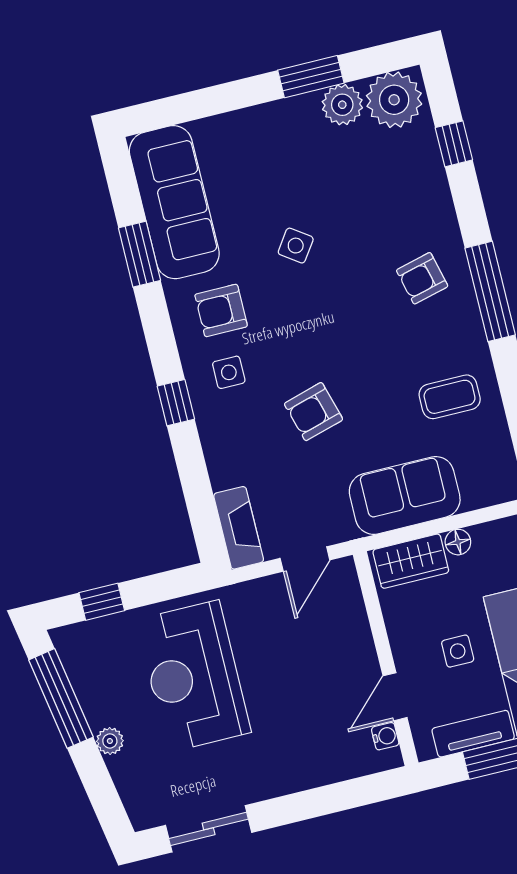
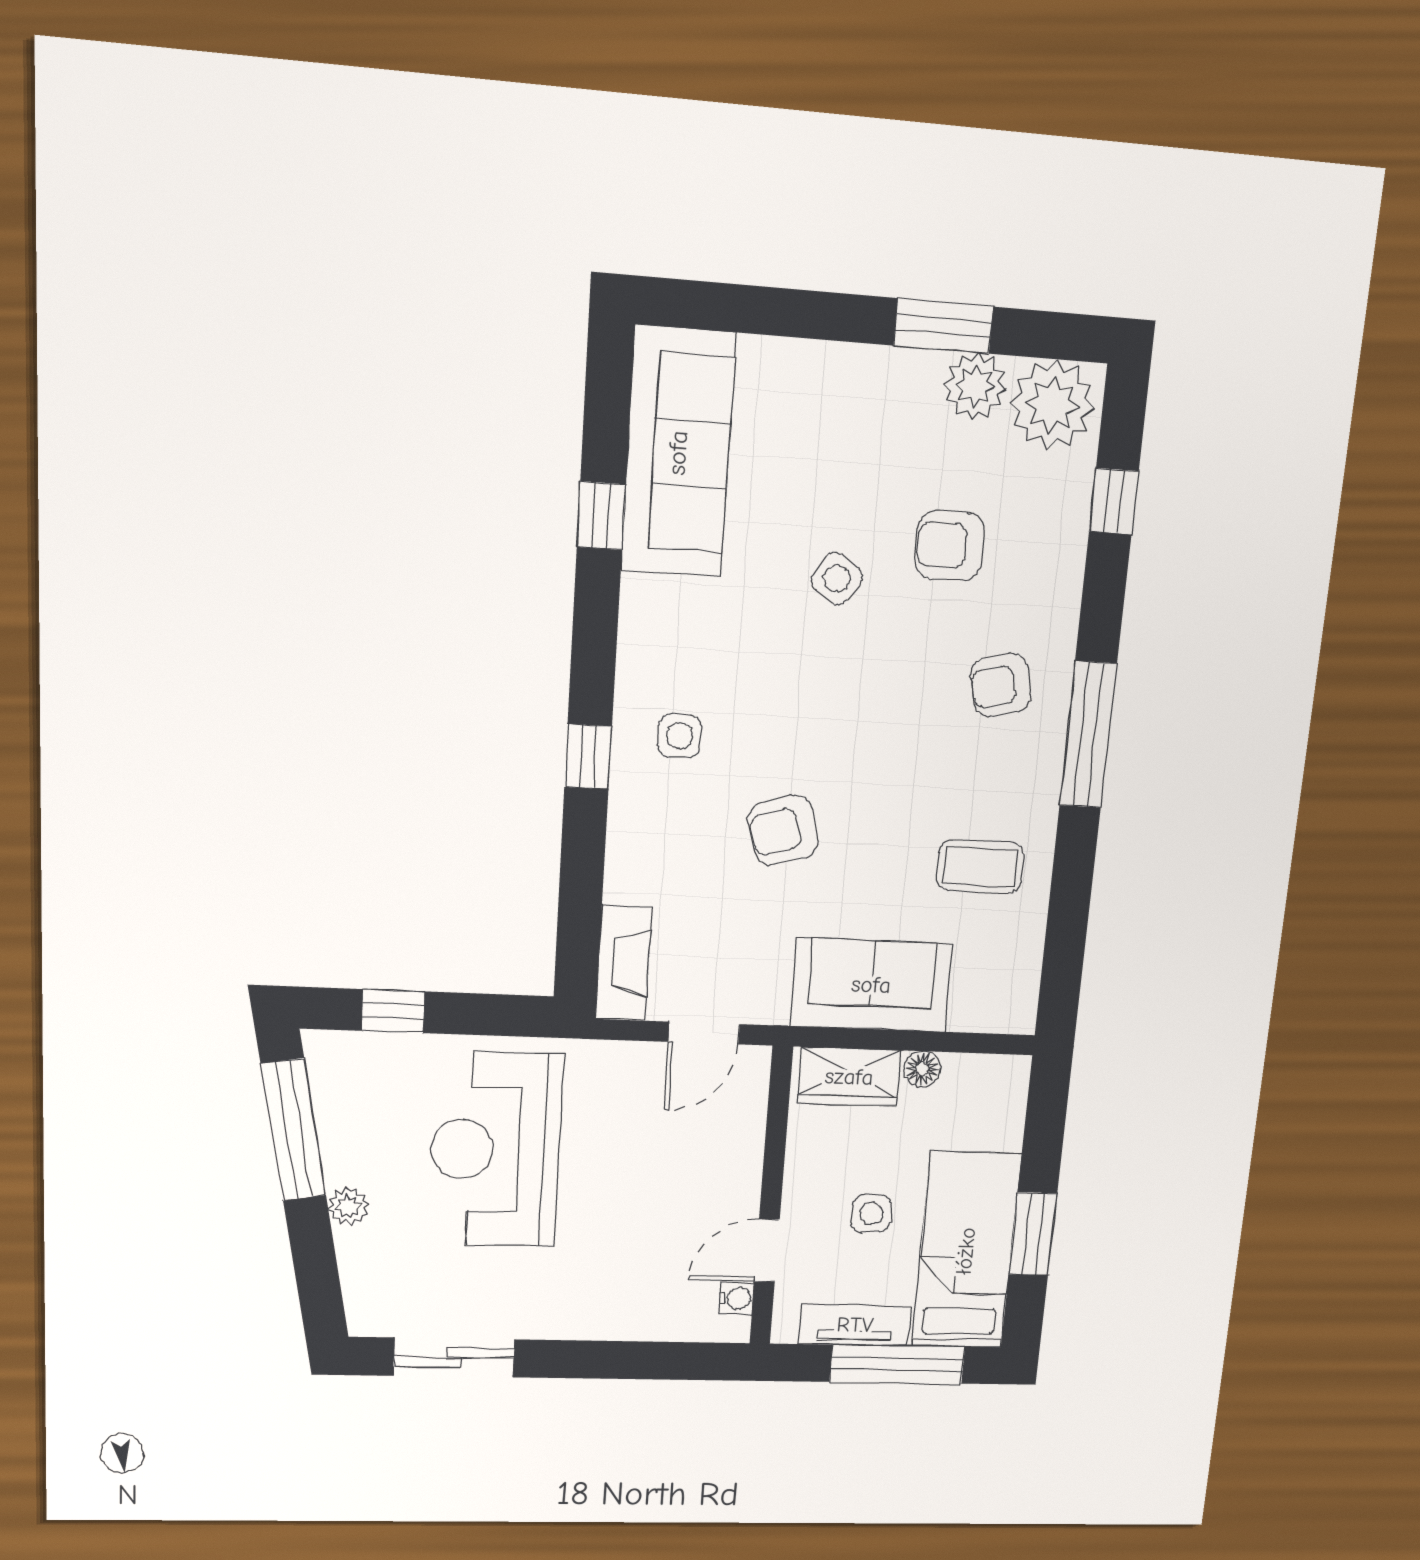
window: (139, 254) -> (601, 516), width x0.67
armchair: (221, 310) -> (950, 546), moved

